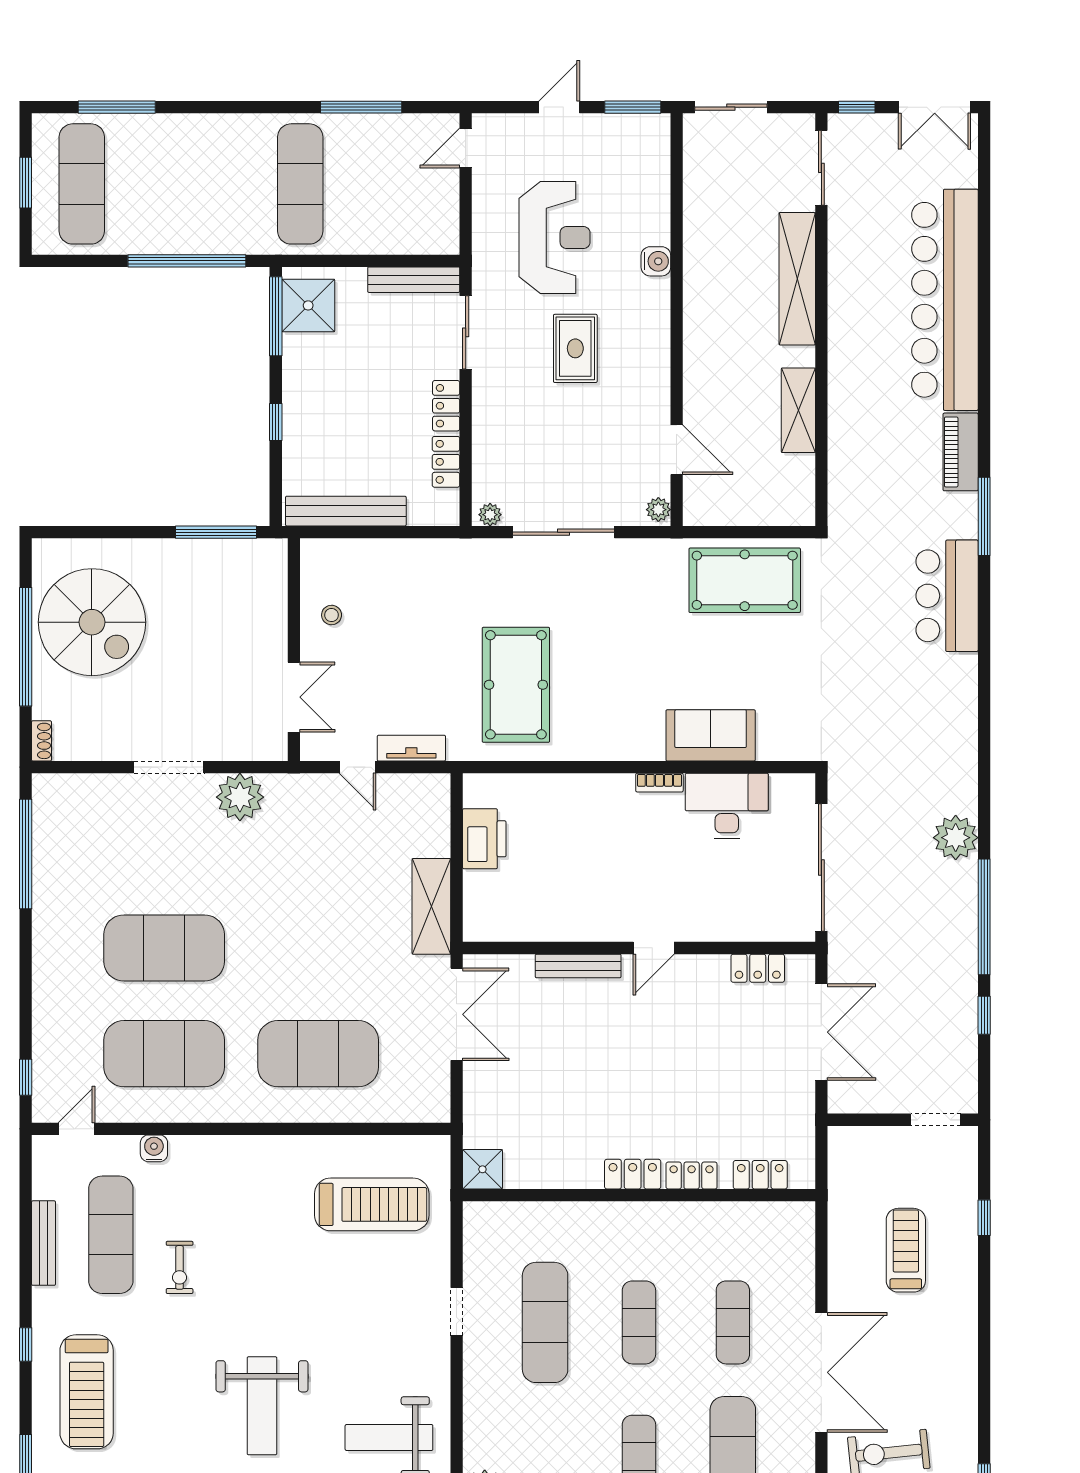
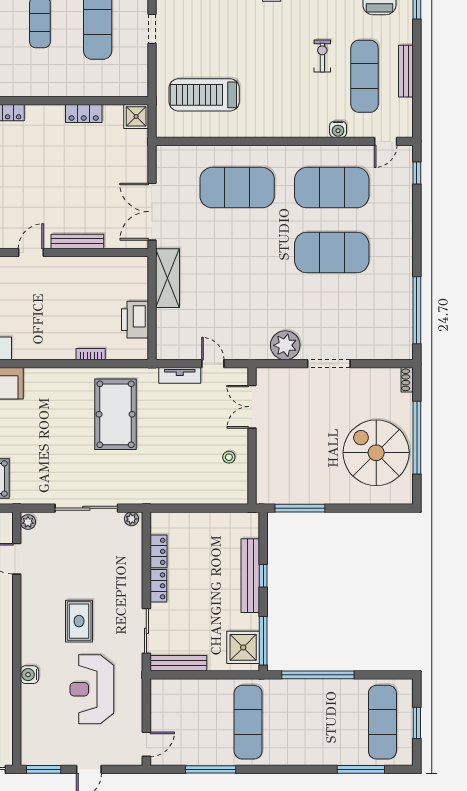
bench: (346, 511) -> (250, 576), moved, turned 90
bookcase: (659, 783) -> (91, 354), moved
locker: (633, 1174) -> (84, 113), moved

